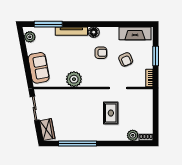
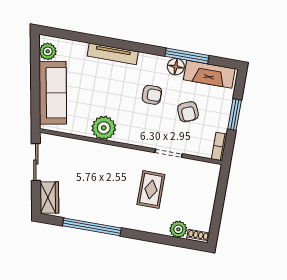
window: (48, 24) -> (187, 56), moved
floor lamp: (94, 32) -> (176, 67), moved
sofa: (39, 68) -> (53, 93), width x1.36

